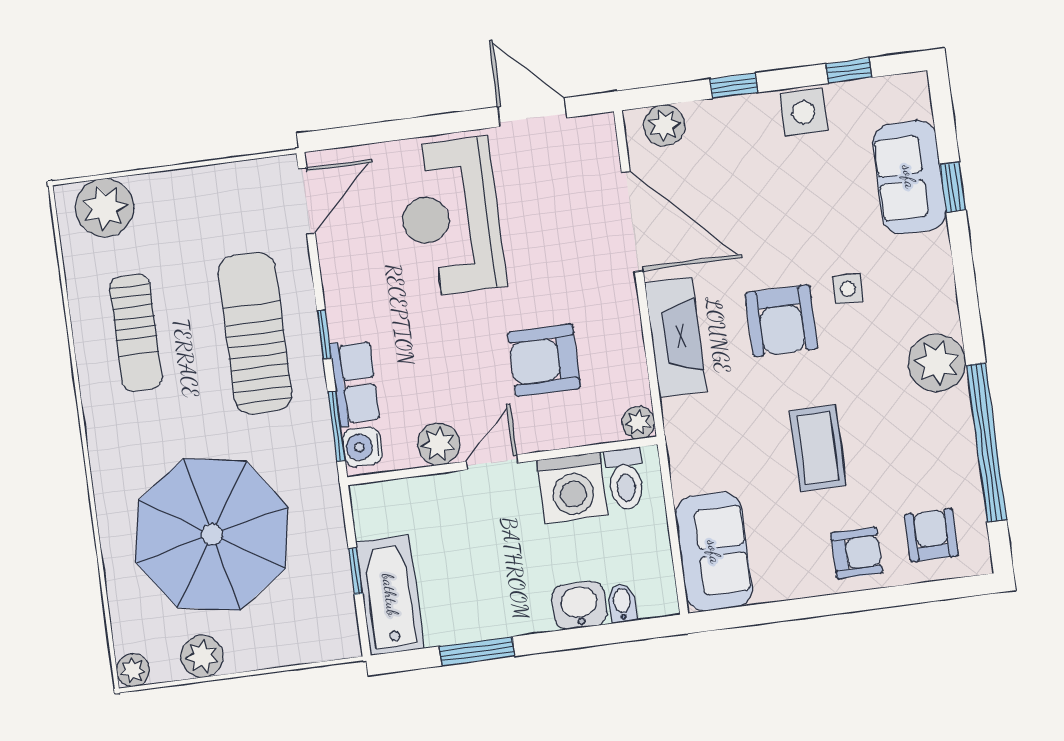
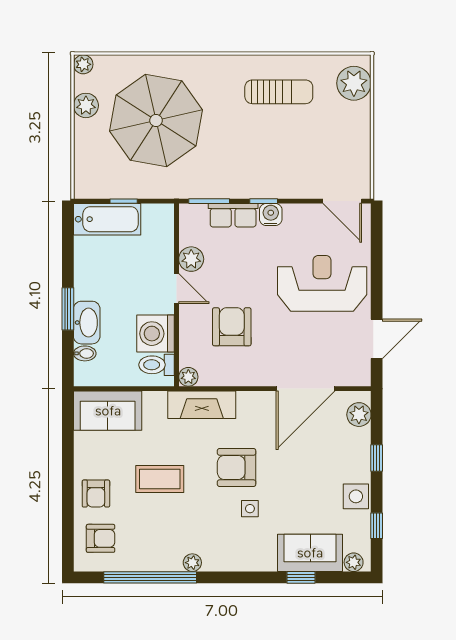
plant: (916, 101) -> (354, 562), added
sun lounger: (136, 333) -> (279, 92), turned 180
sun lounger: (255, 333) -> (269, 161), removed
fireplace: (675, 337) -> (202, 405), moved
plant: (937, 363) -> (192, 563), width x0.53, depth x0.53
water cooler: (362, 447) -> (271, 214), moved
washbasin: (579, 605) -> (87, 323), width x1.38
window: (477, 651) -> (68, 309), moved

